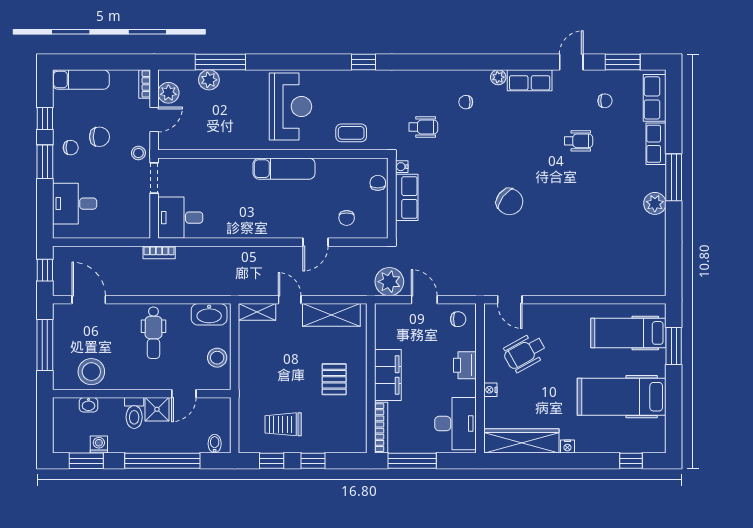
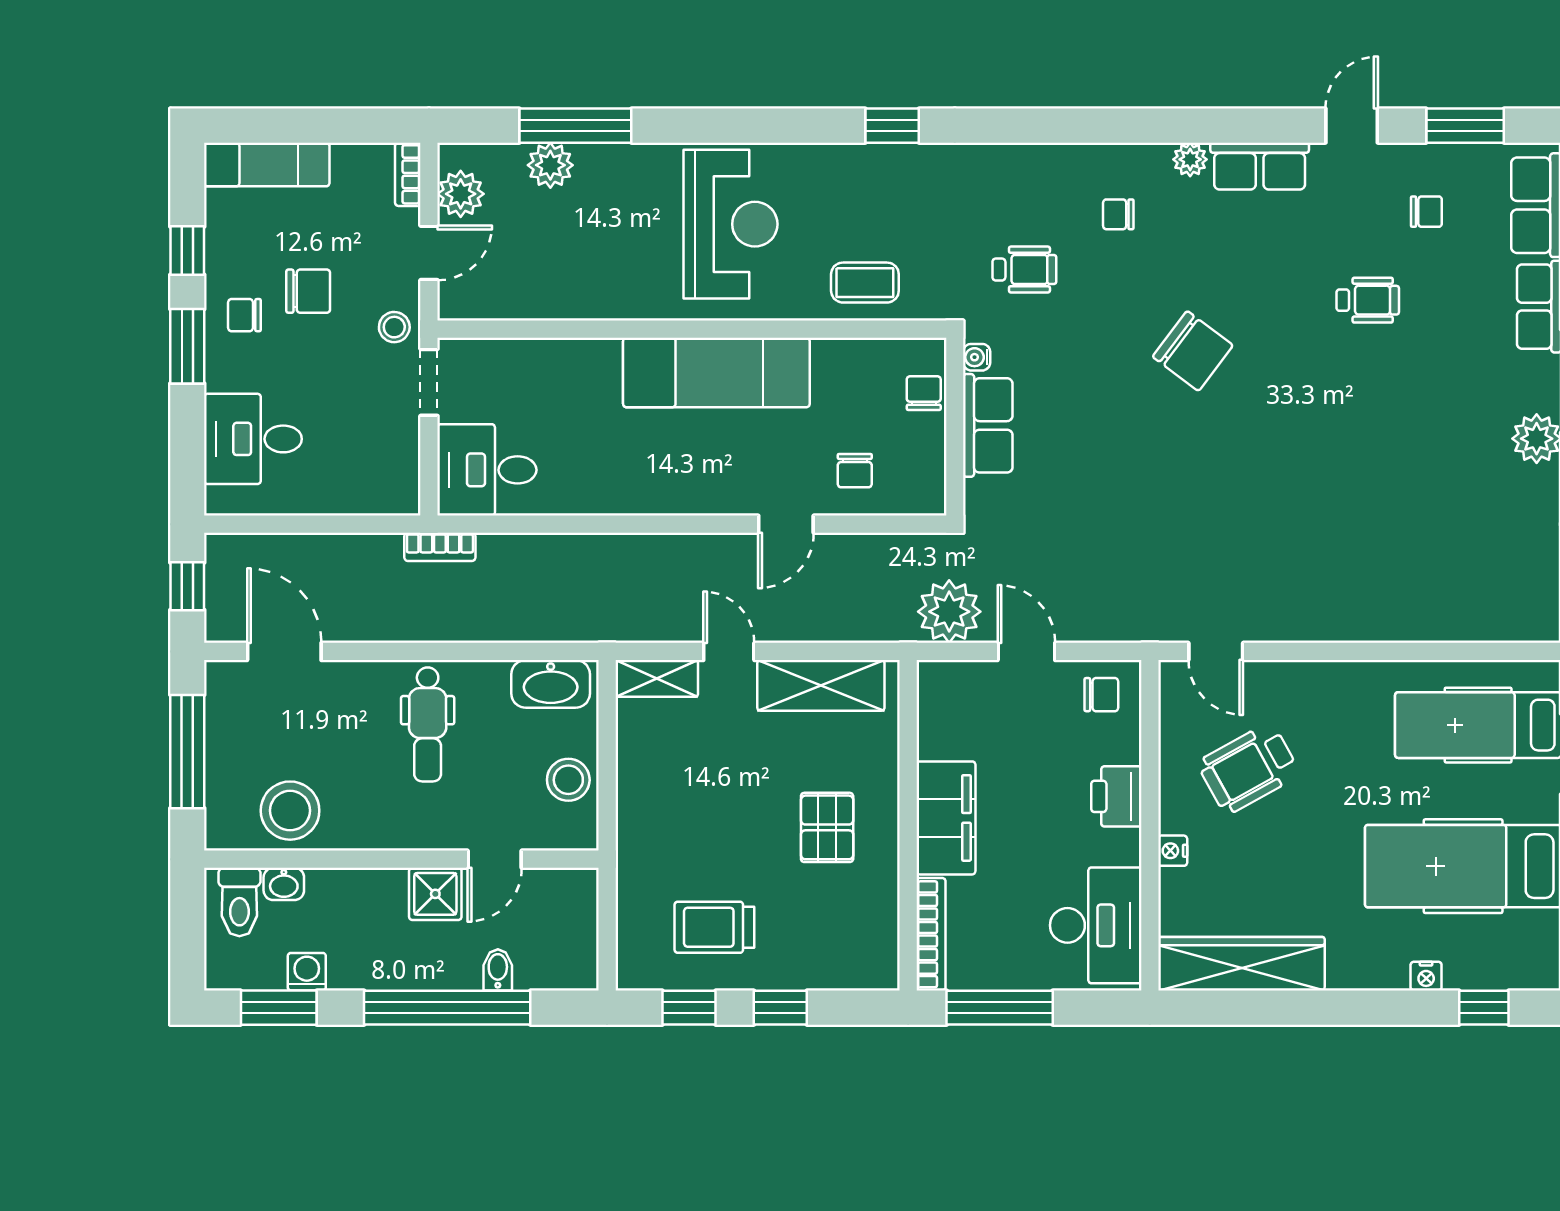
chair: (71, 148) -> (244, 315), turned 180
exam couch: (284, 169) -> (716, 372), width x1.36, depth x1.45
chair: (510, 202) -> (1193, 351), moved
toilet: (134, 413) -> (239, 902), moved
bidet: (215, 444) -> (498, 970), moved
nightstand: (567, 446) -> (1426, 976), moved

